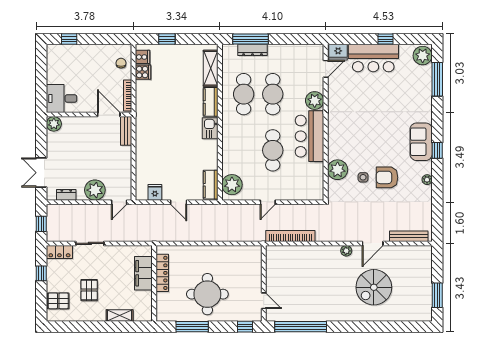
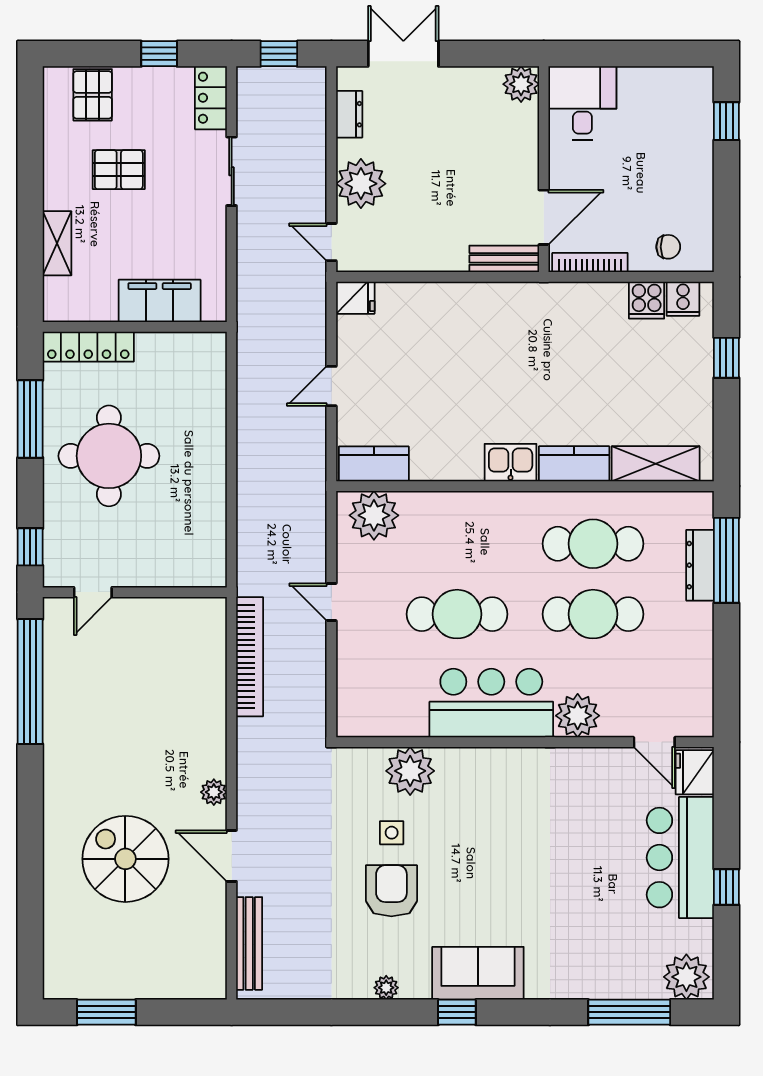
fridge: (155, 192) -> (355, 298), moved
locker: (162, 273) -> (88, 347), moved

